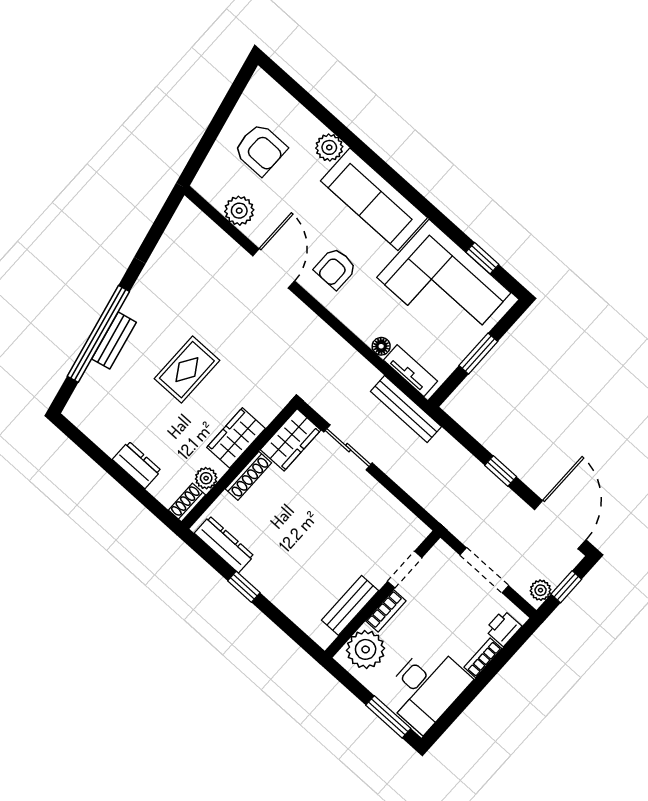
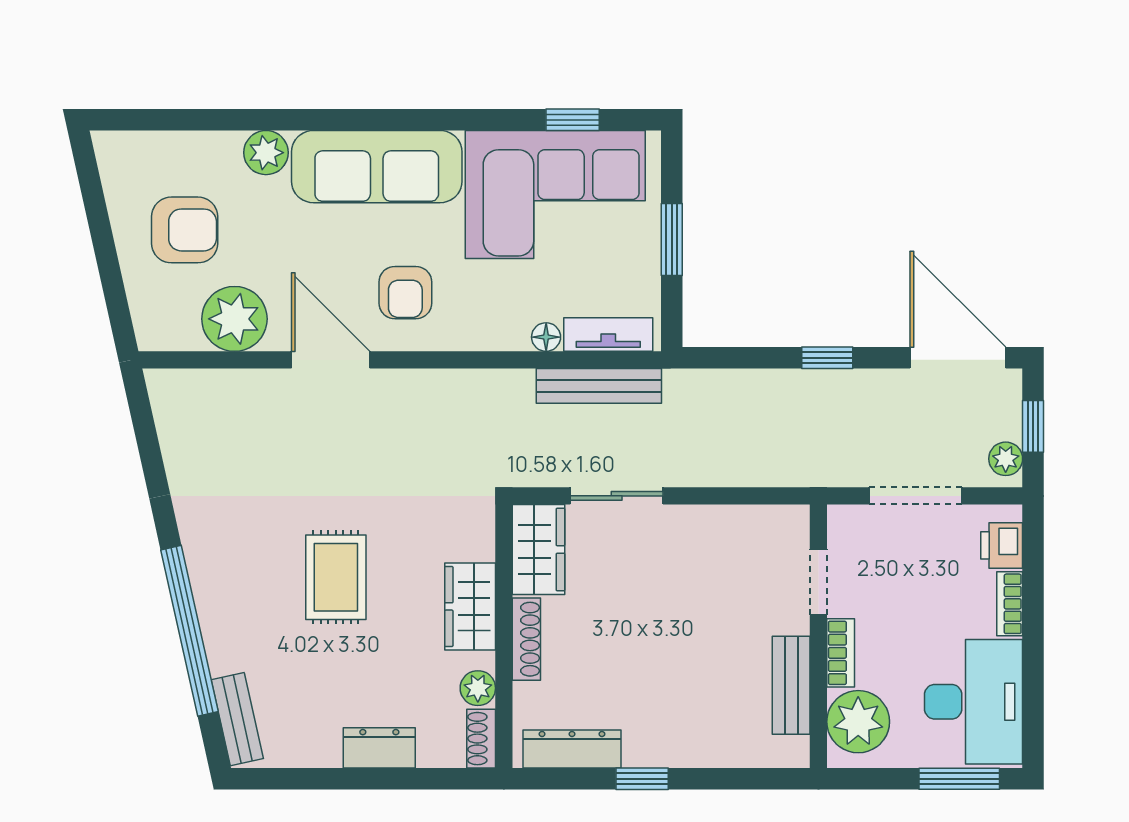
plant: (239, 211) -> (234, 319), width x1.36, depth x1.36
bench: (114, 341) -> (237, 719), moved
bench: (406, 409) -> (599, 386), moved

